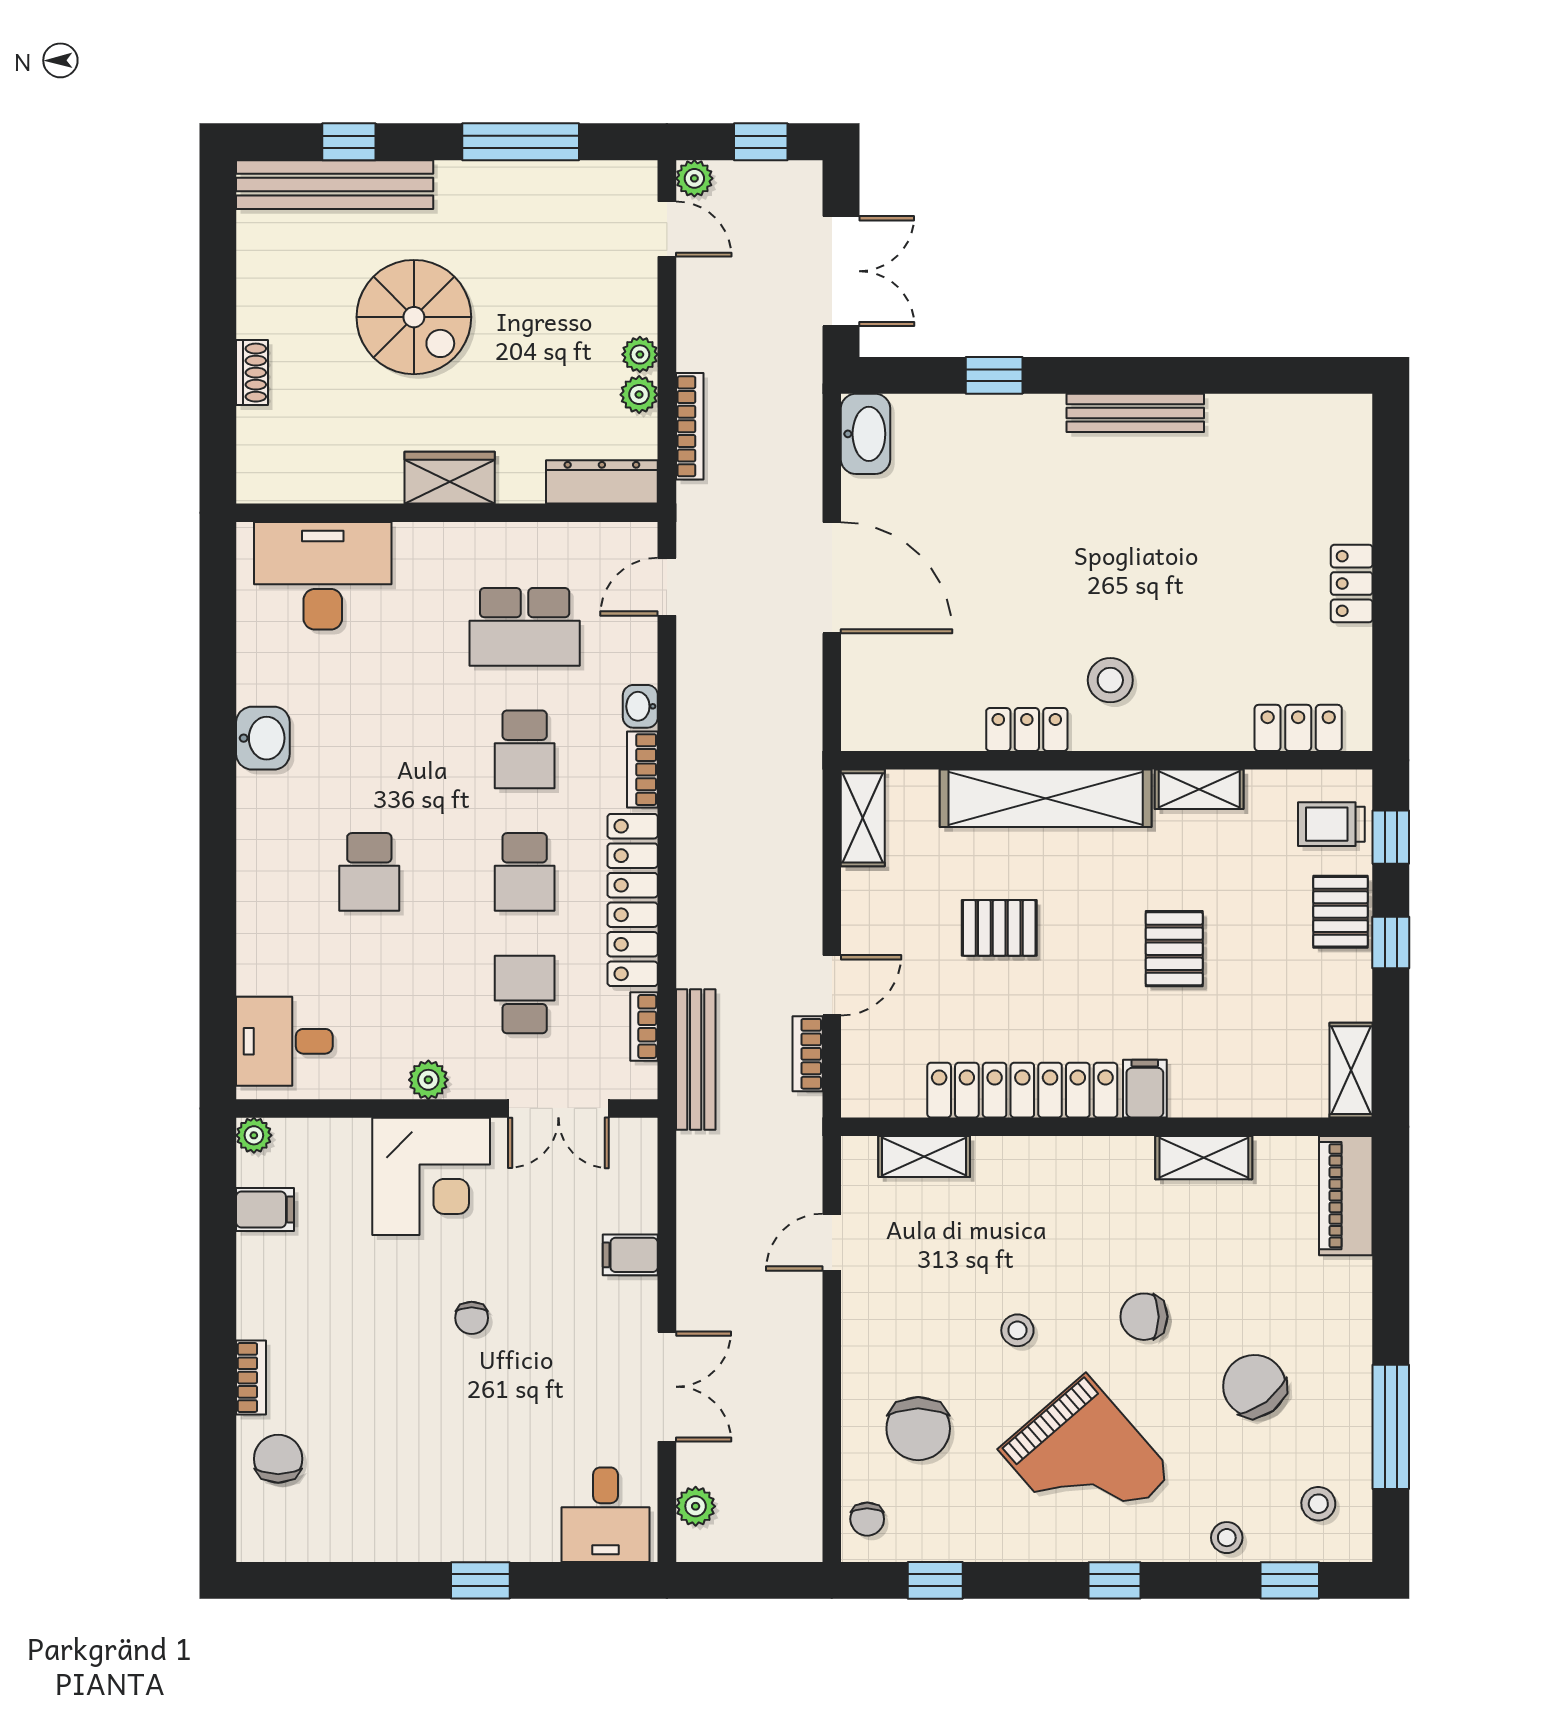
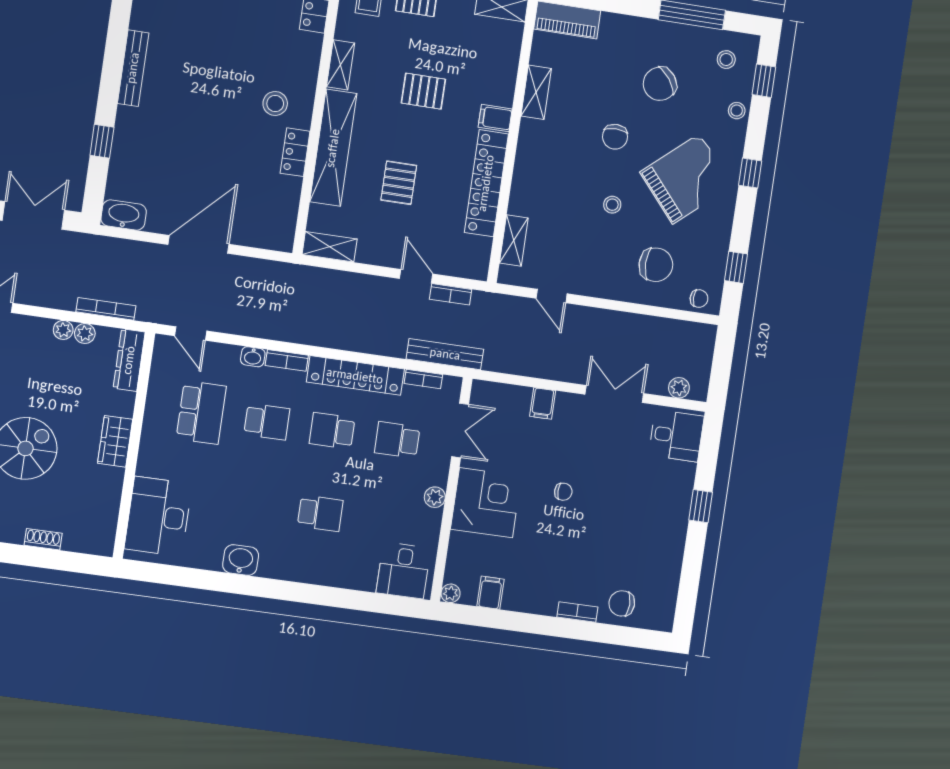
school desk: (525, 872) -> (332, 431), turned 180

